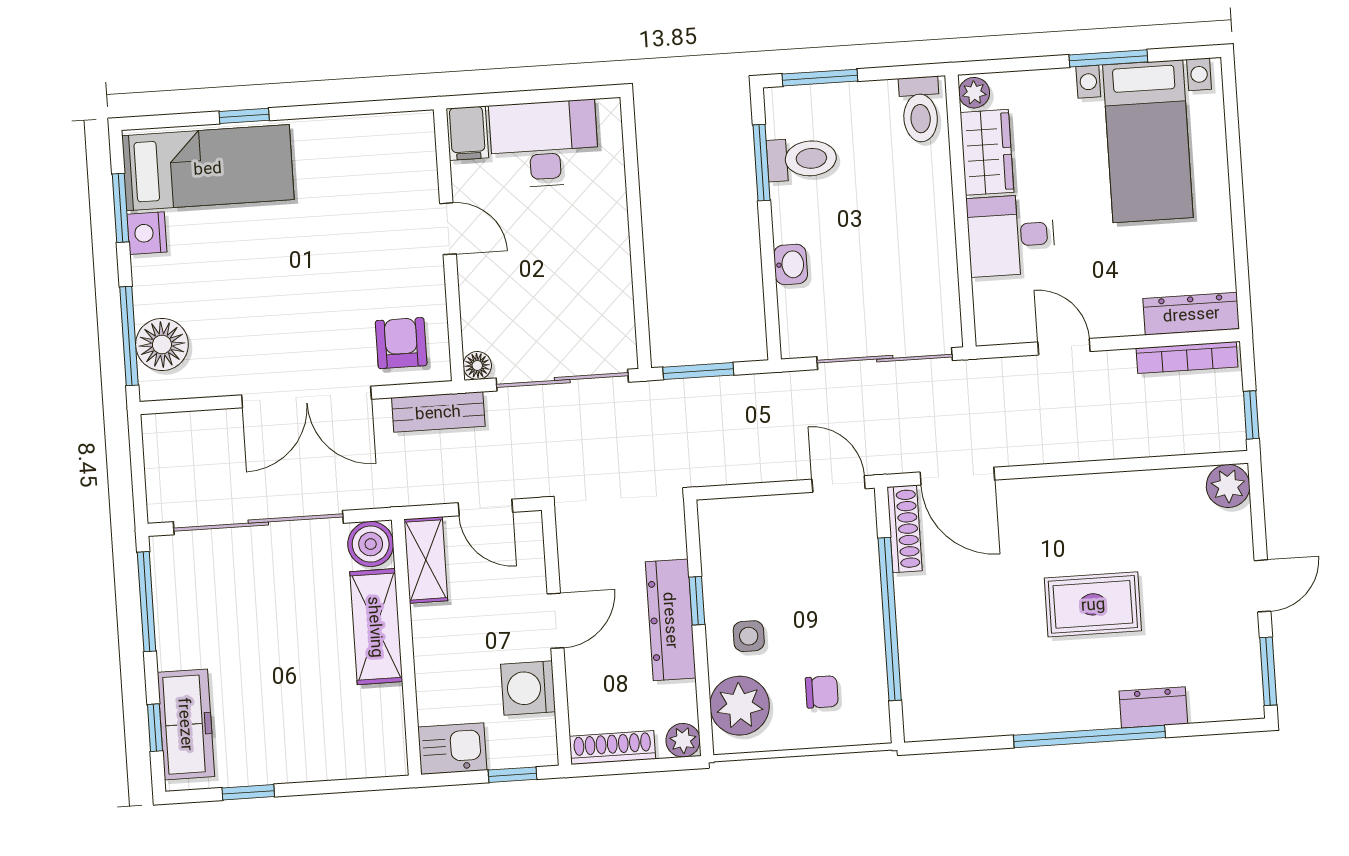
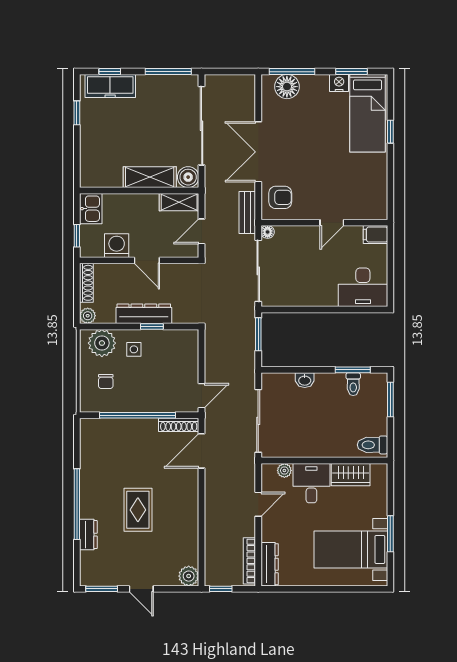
plant: (974, 93) -> (284, 470), moved
desk: (544, 144) -> (363, 287), moved, turned 90
toilet: (802, 159) -> (353, 384), width x0.73, depth x0.72

